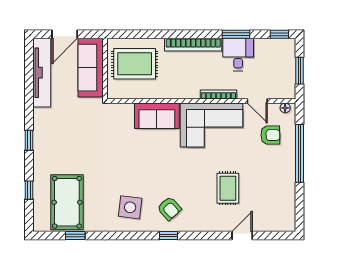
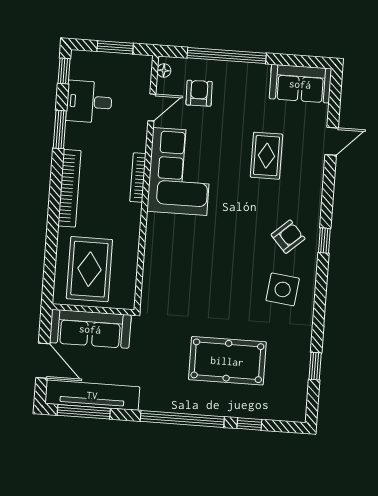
desk: (238, 54) -> (89, 102), moved
window: (29, 67) -> (84, 412), added
bookcase: (218, 94) -> (138, 178), moved
sofa: (157, 116) -> (300, 84), moved, turned 90
window: (29, 140) -> (182, 419), width x3.17
rug: (228, 188) -> (266, 156), turned 90
pool table: (67, 202) -> (227, 361), moved
door: (242, 235) -> (332, 141), swing flipped

